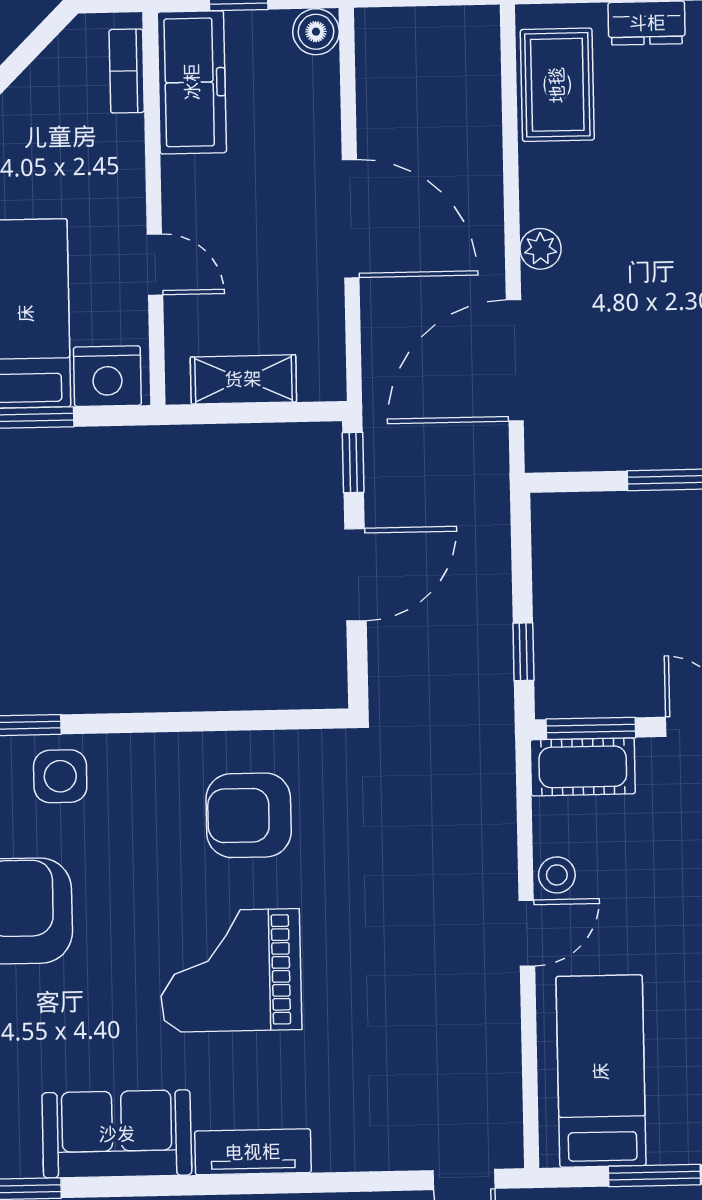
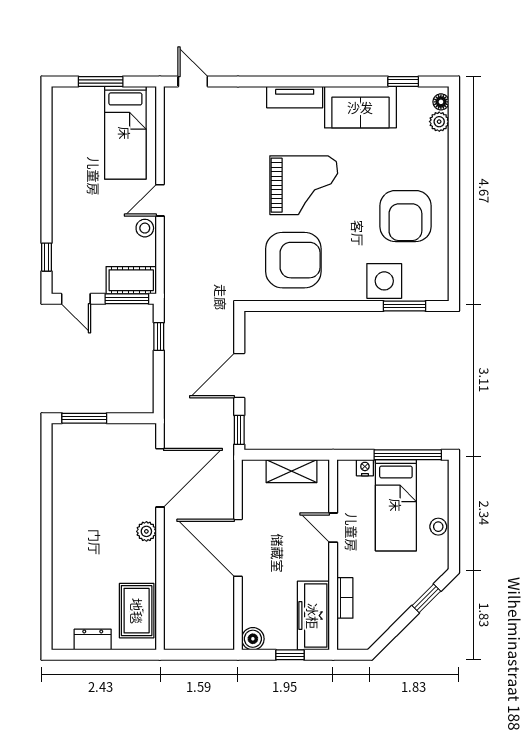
bookcase: (127, 71) -> (345, 598), moved
nightstand: (107, 376) -> (365, 468), width x0.53, depth x0.56
side table: (60, 776) -> (384, 281), width x1.37, depth x1.37
armchair: (249, 815) -> (293, 260), width x1.36, depth x1.36

